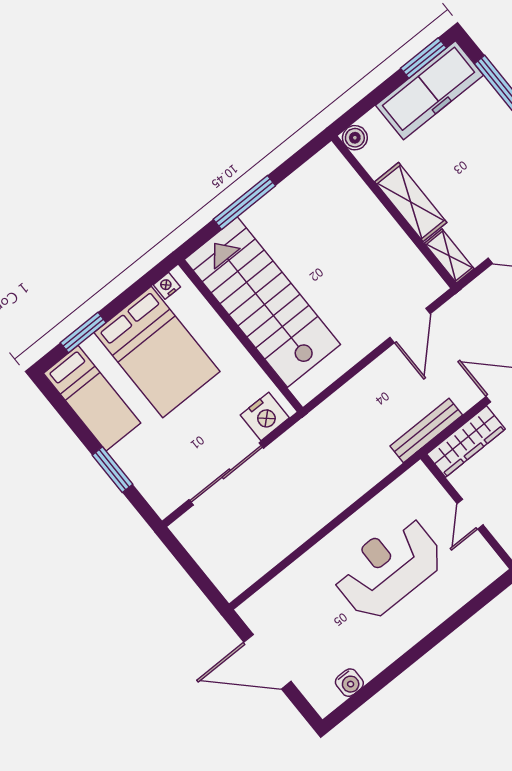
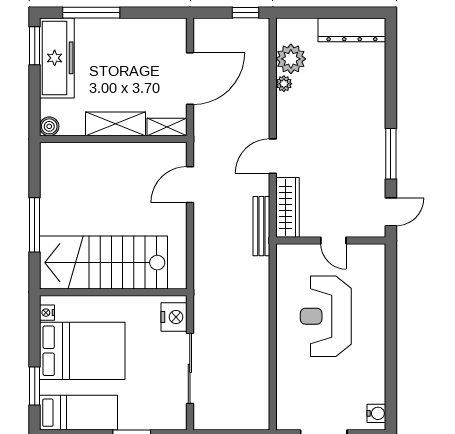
door: (410, 325) -> (190, 185), swing flipped
water cooler: (349, 683) -> (376, 413), moved

